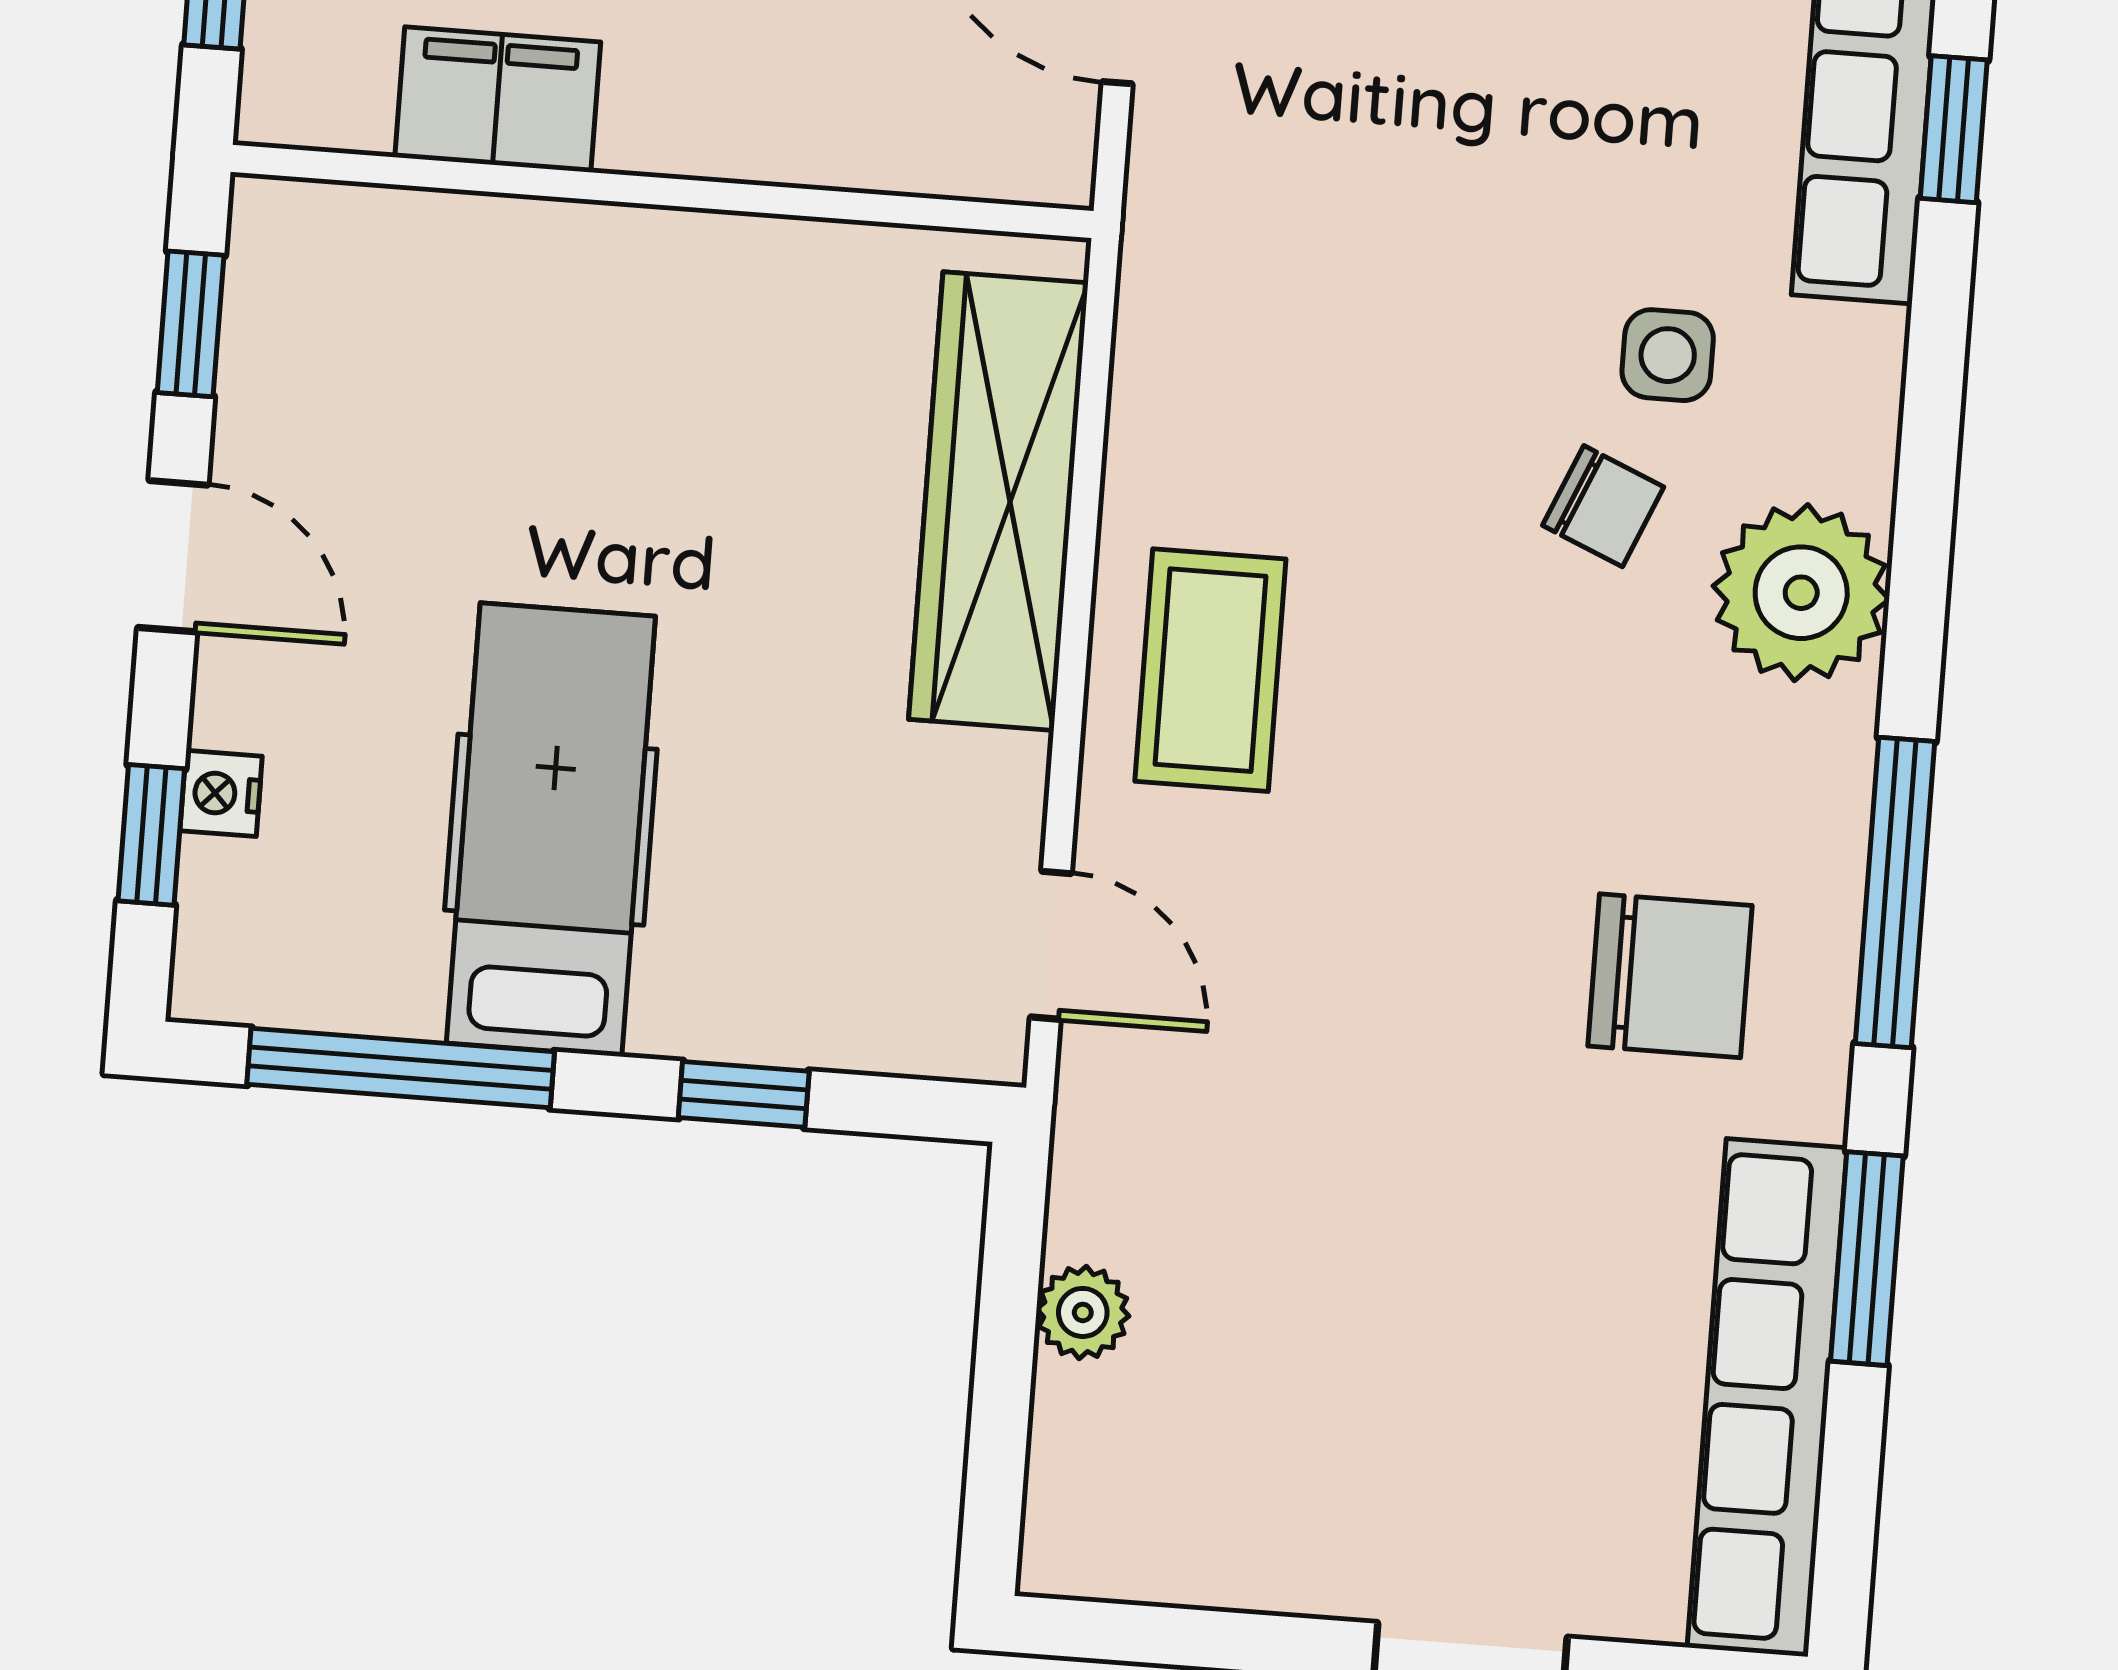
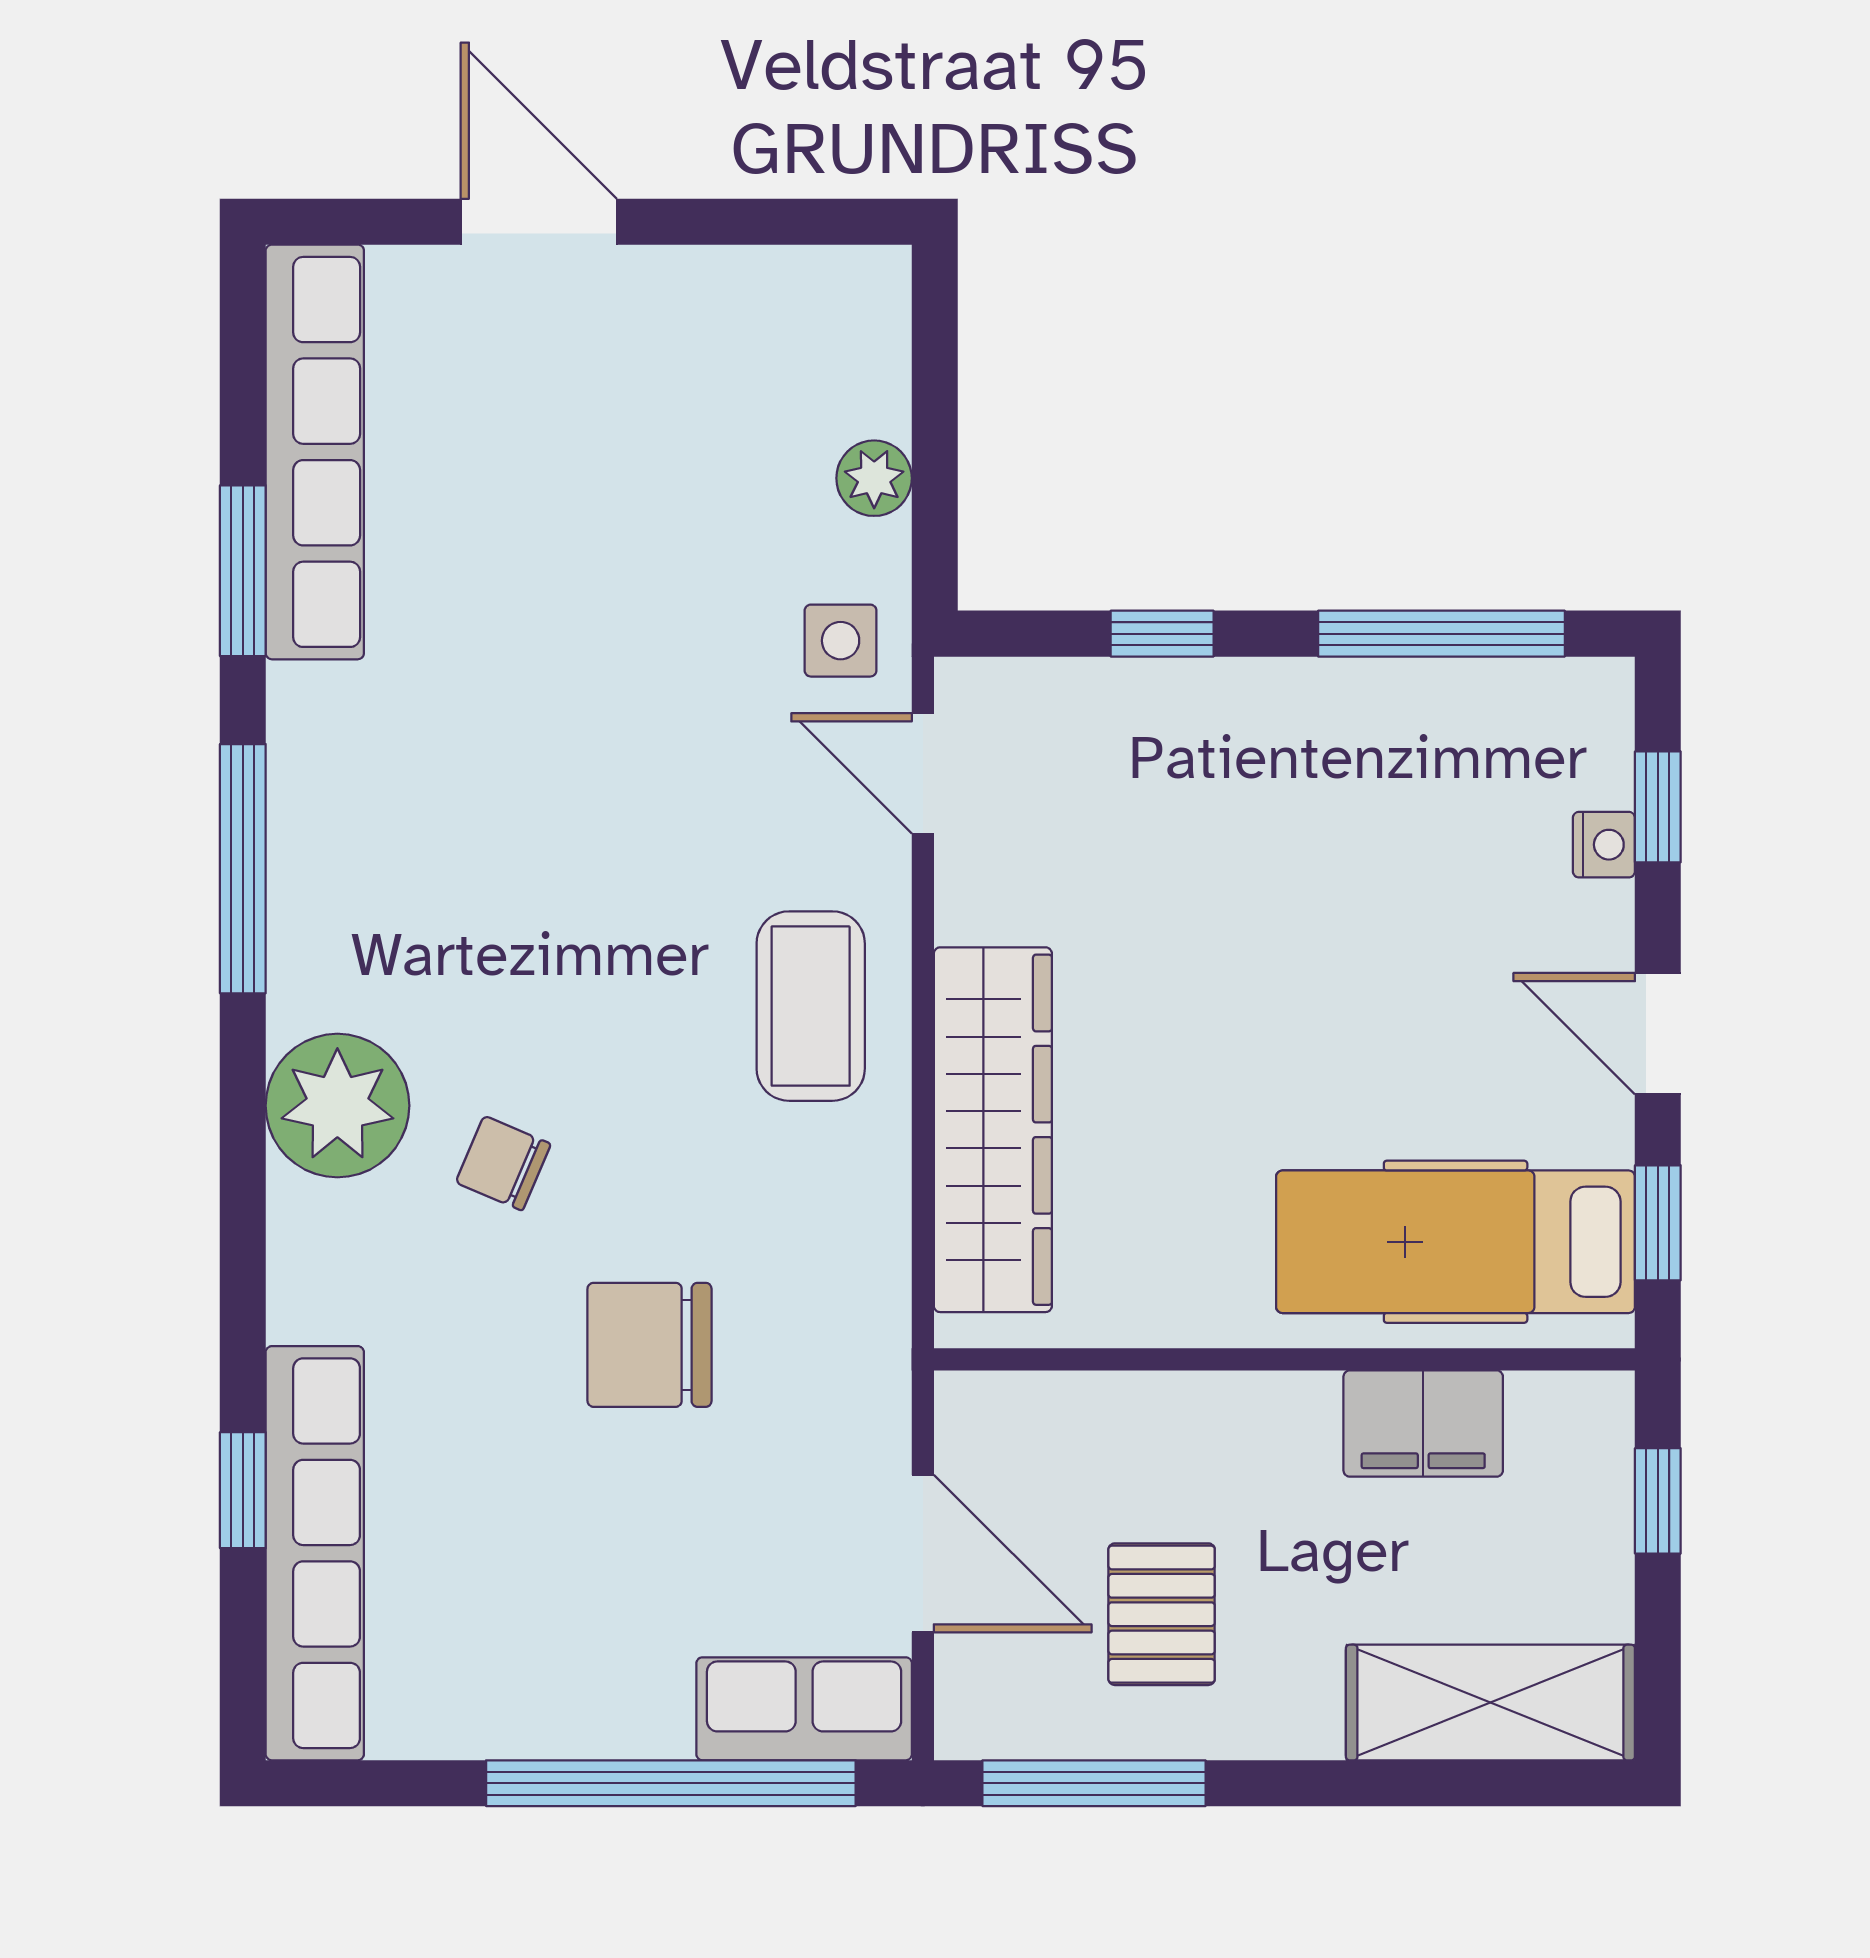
side table: (1668, 355) -> (841, 641), moved
hospital bed: (551, 830) -> (1456, 1242), moved, turned 90
chair: (1670, 976) -> (649, 1345), moved

